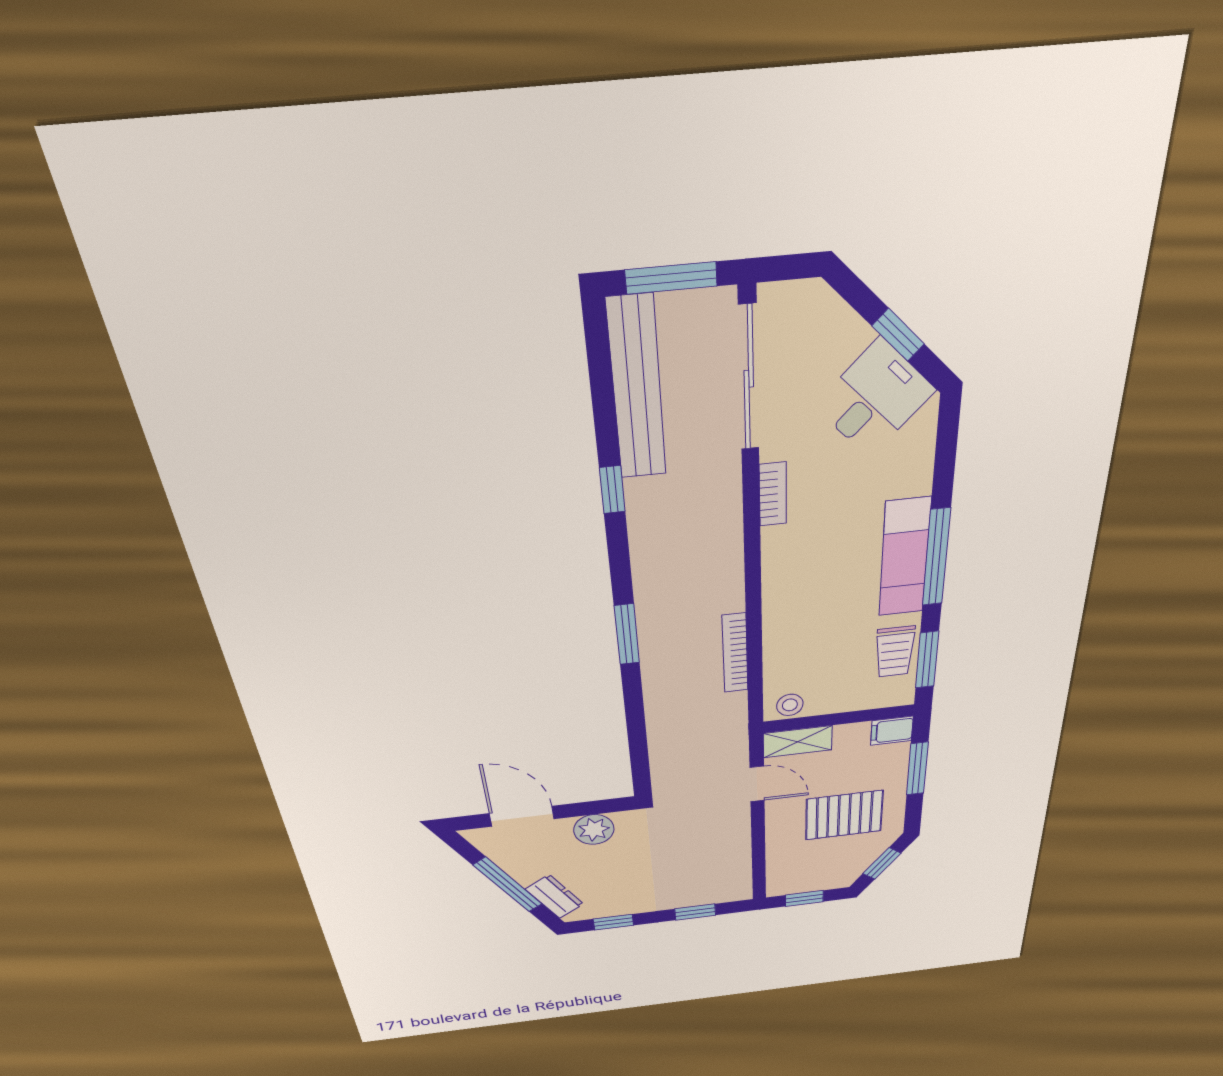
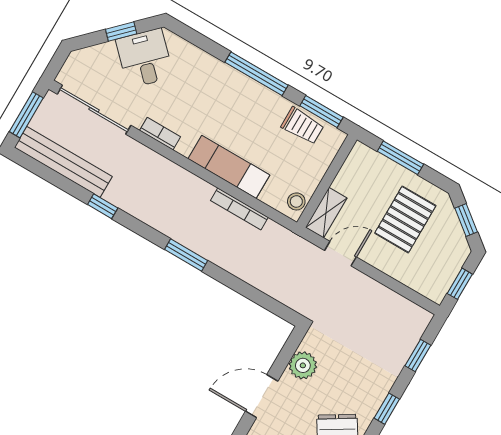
exam couch: (905, 558) -> (229, 167), moved, turned 180
filing cabinet: (892, 731) -> (359, 157), removed

